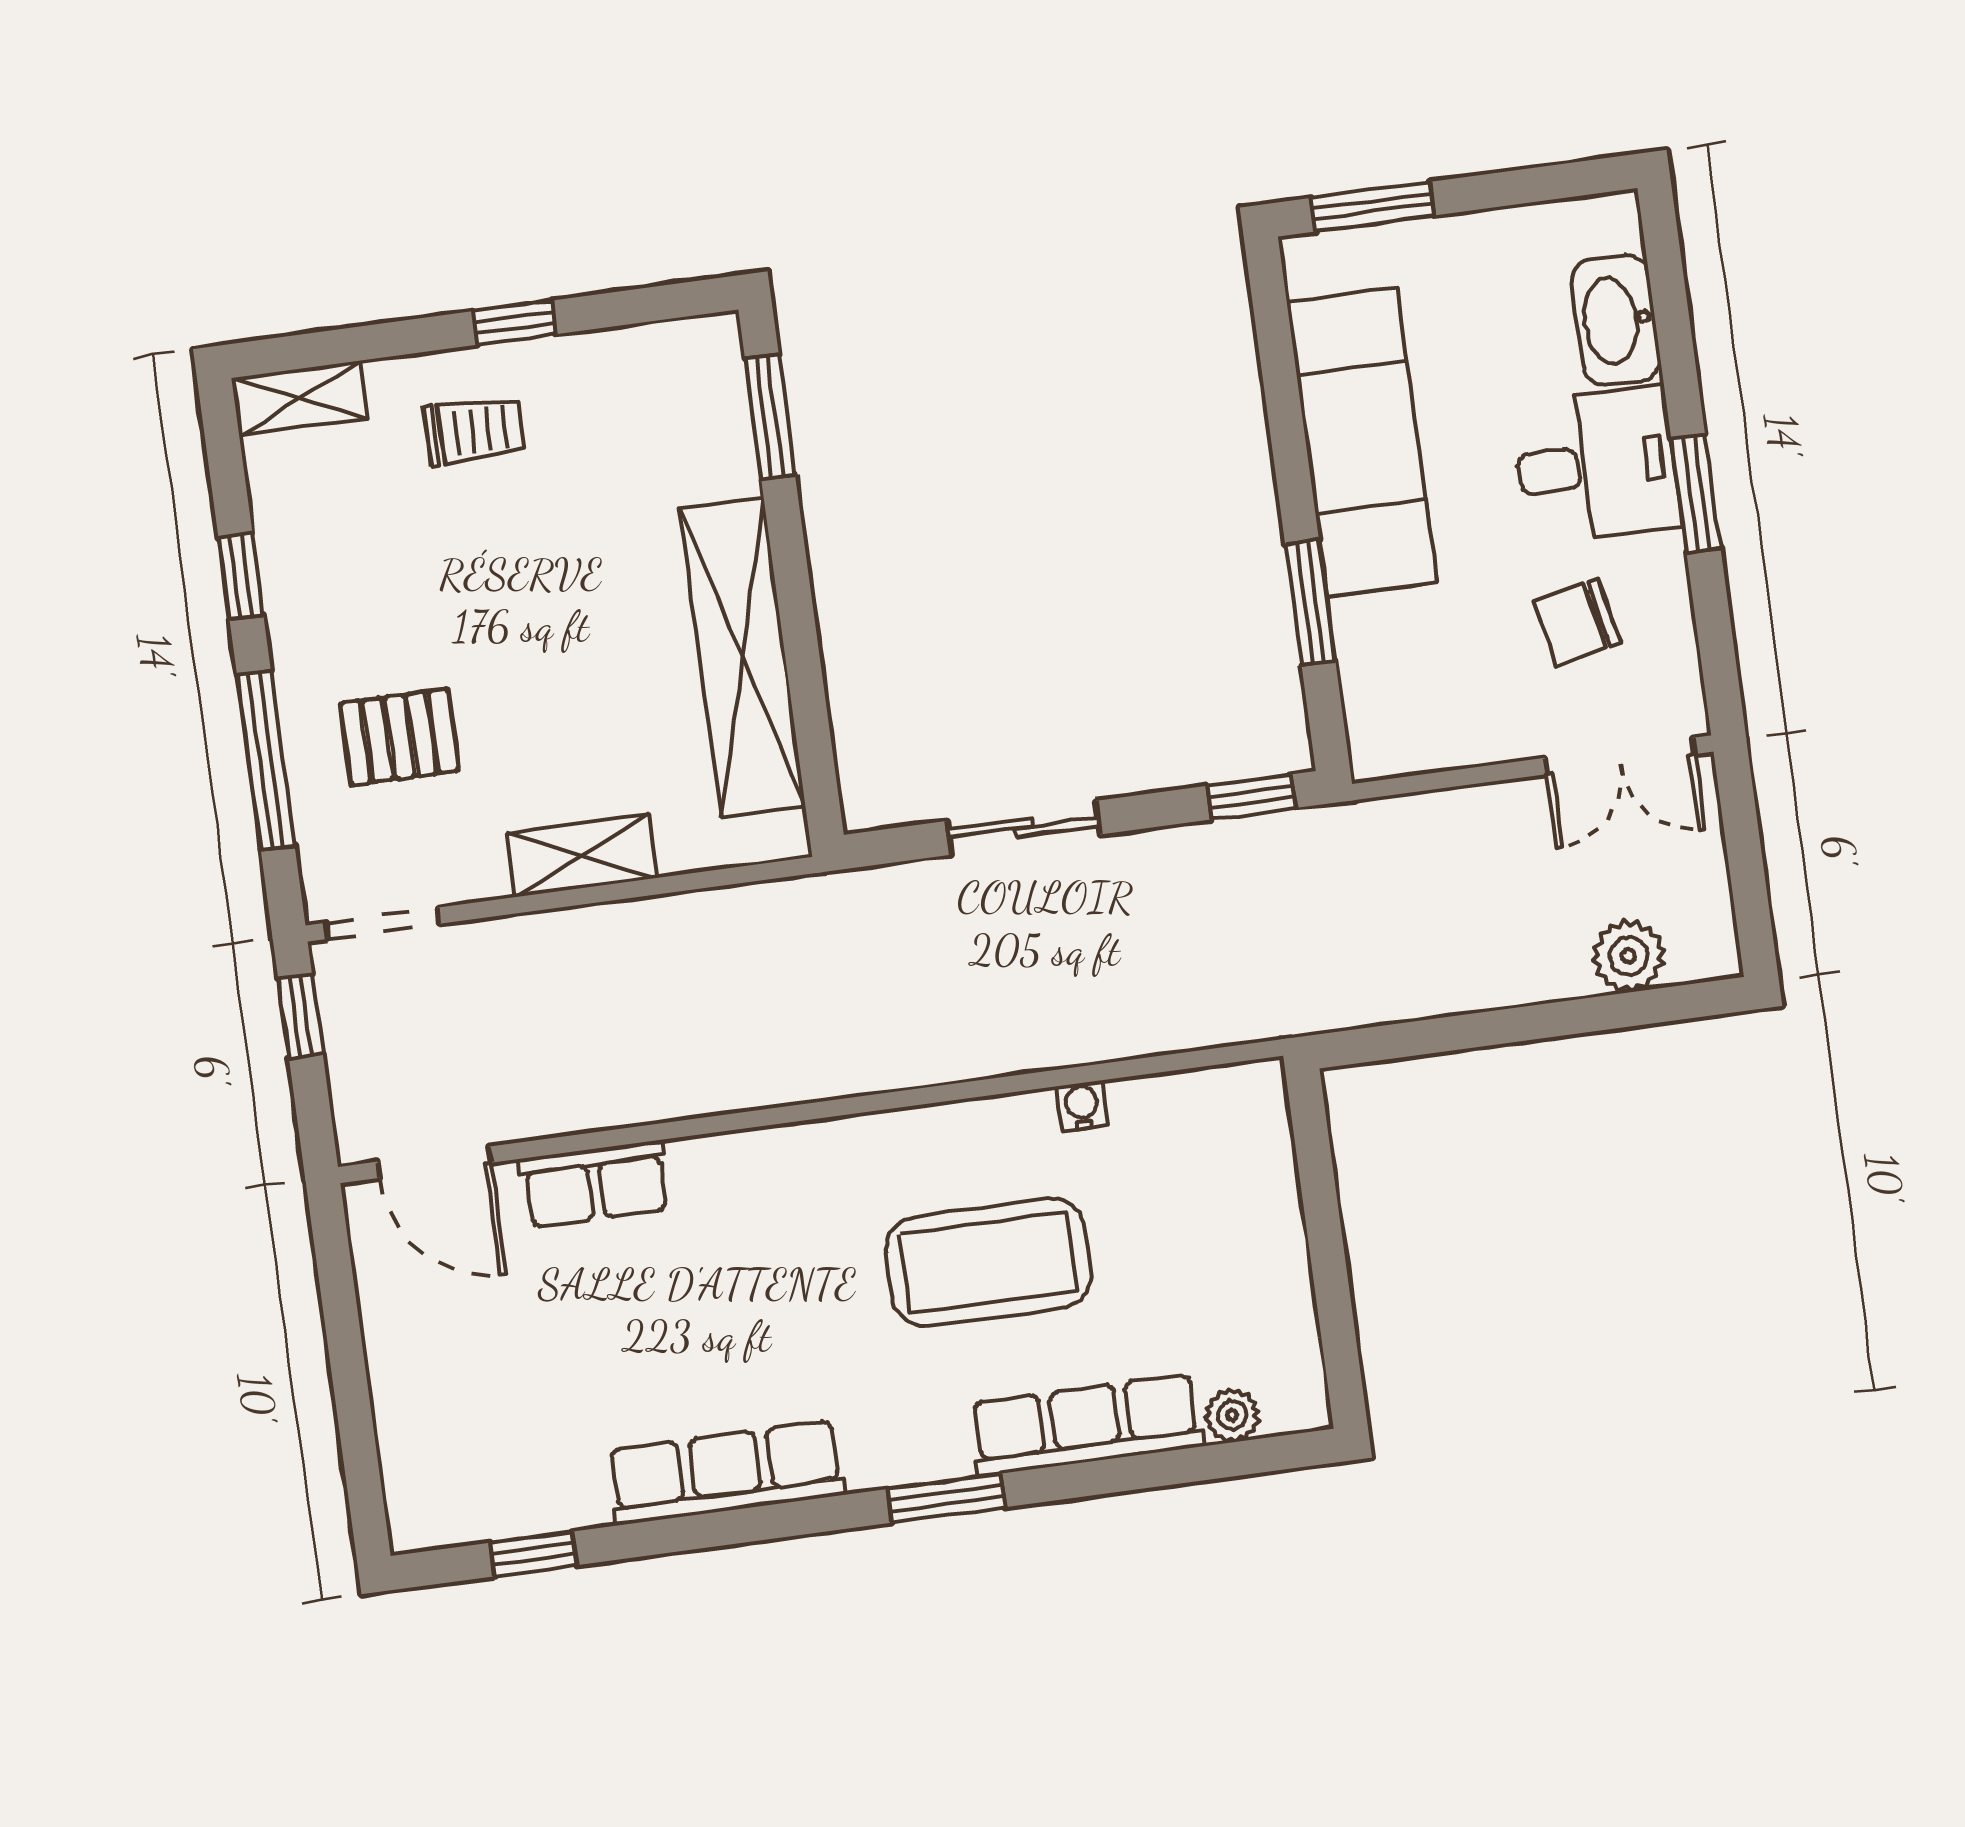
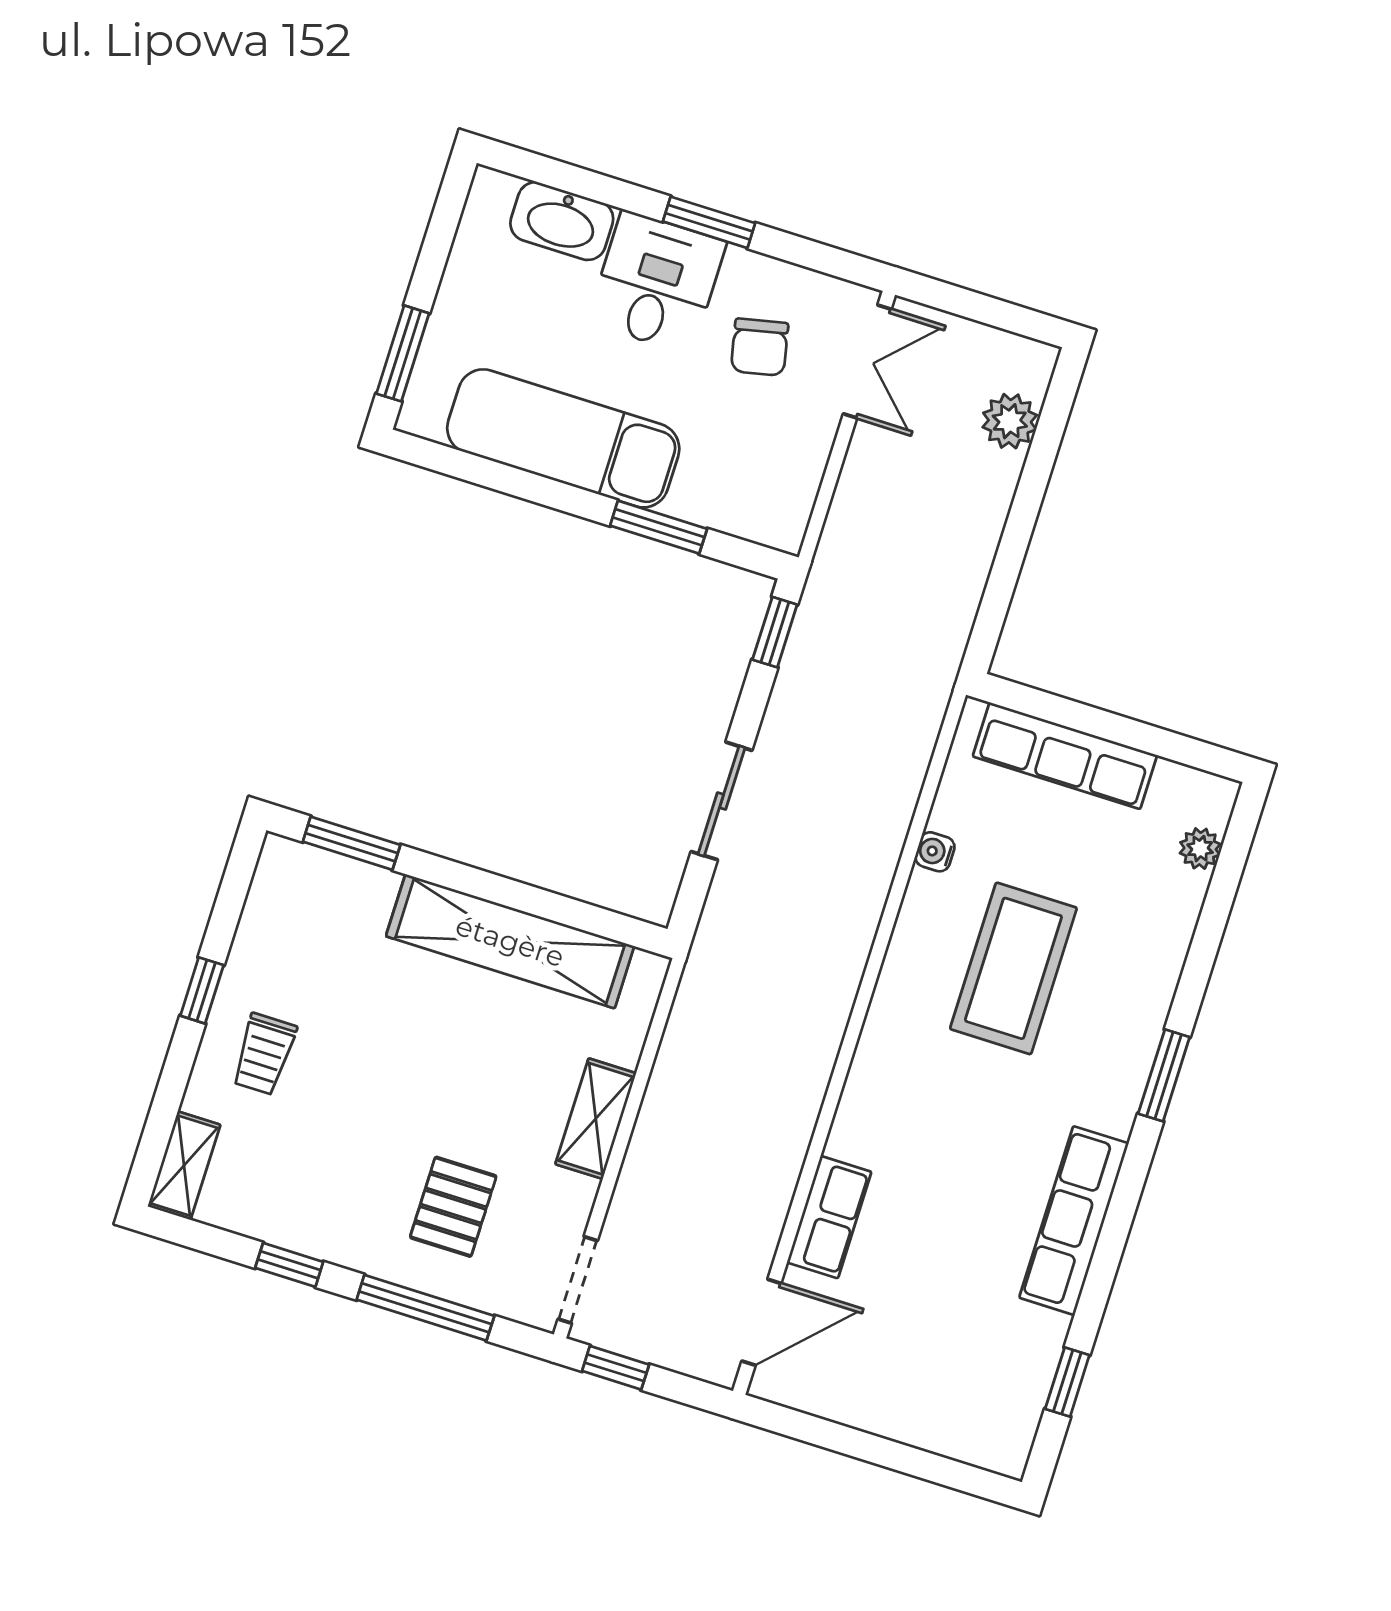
trolley: (474, 431) -> (264, 1054), turned 180
row of seats: (1086, 1425) -> (1065, 756), moved, turned -90

